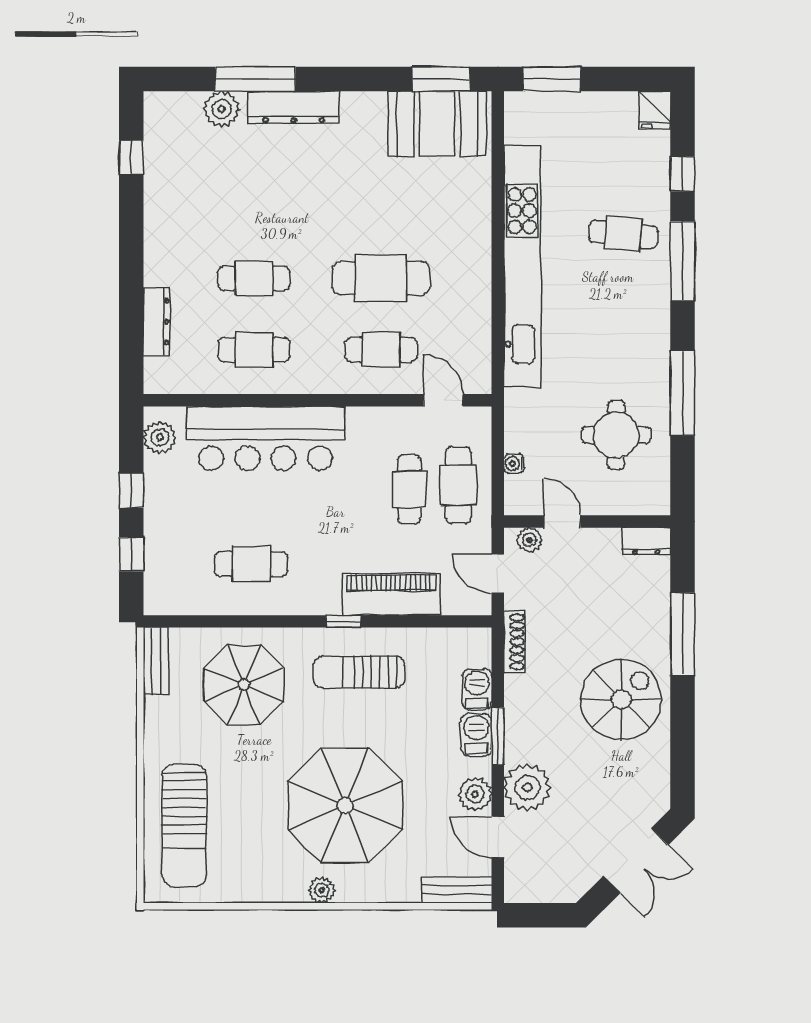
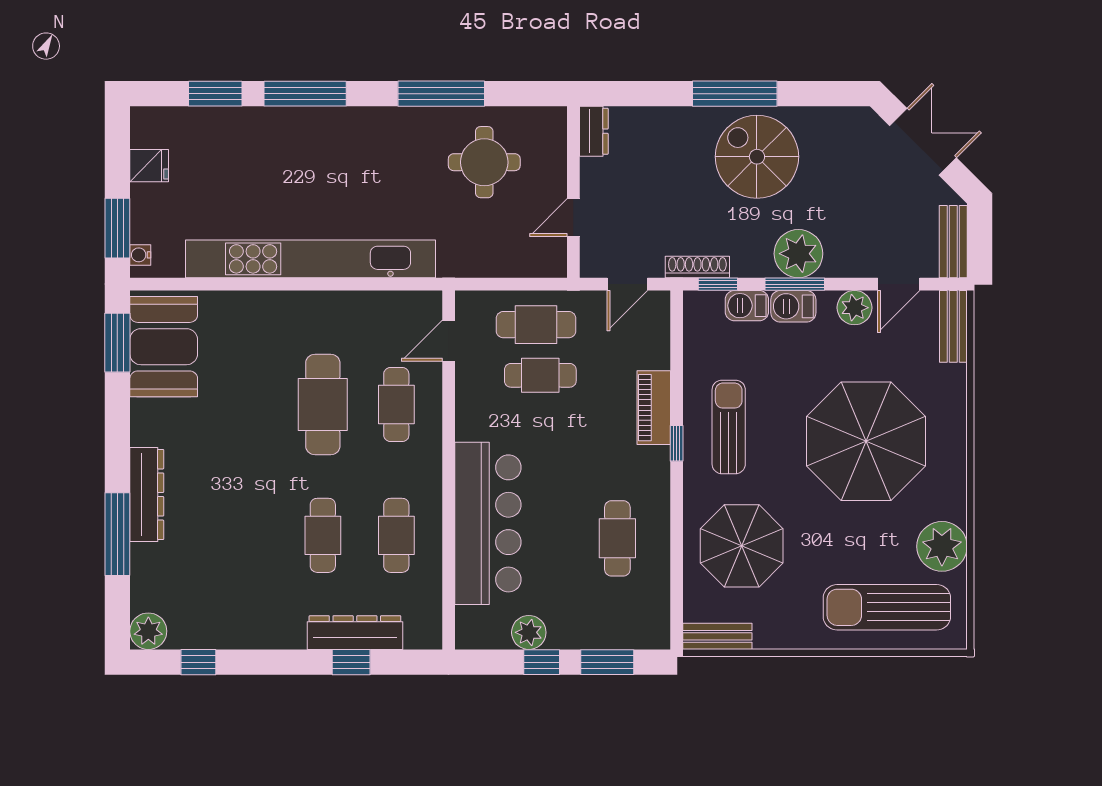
plant: (222, 109) -> (148, 631), moved
fridge: (655, 110) -> (149, 166), moved
window: (683, 174) -> (215, 94), width x1.50
cafe table: (623, 234) -> (277, 155), removed
window: (131, 306) -> (351, 662), added
dresser: (157, 322) -> (355, 633), width x1.37, depth x1.24
plant: (160, 437) -> (529, 632), moved
water cooler: (514, 464) -> (140, 255), moved, turned 90
plant: (529, 540) -> (593, 252), removed
window: (131, 554) -> (607, 662), width x1.50
piano: (391, 594) -> (654, 408), width x0.73, depth x0.75
window: (683, 634) -> (735, 94), moved
window: (498, 661) -> (718, 284), added
sun lounger: (359, 672) -> (729, 427), turned 180
plant: (527, 787) -> (798, 254), moved
sun lounger: (184, 825) -> (887, 607), turned 180
plant: (322, 890) -> (942, 546), moved, width x1.88, depth x1.88
bench: (539, 890) -> (953, 242), added

